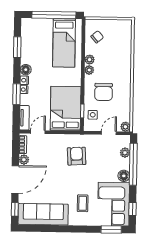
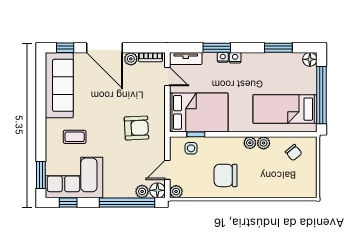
floor lamp: (26, 70) -> (310, 59), moved
chair: (104, 92) -> (226, 175), moved
door: (109, 133) -> (167, 170), swing flipped
floor lamp: (124, 176) -> (157, 190), moved

